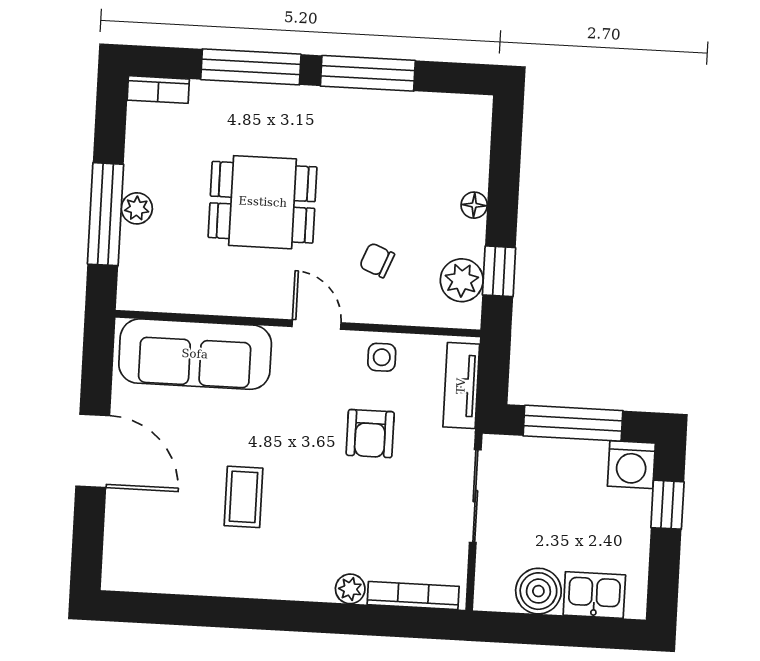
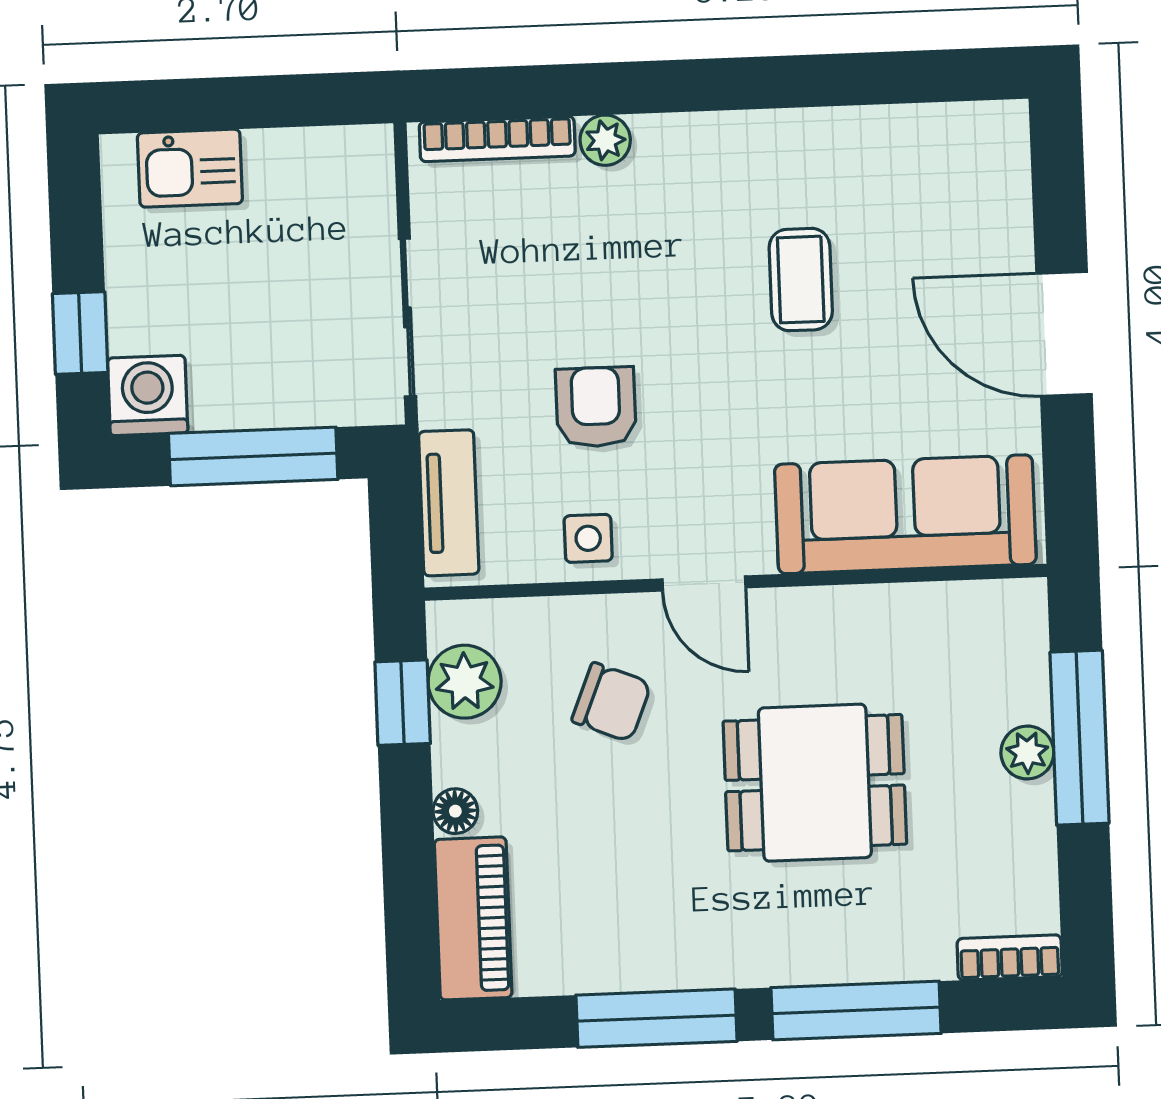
piano: (470, 141) -> (473, 918), added
chair: (377, 260) -> (612, 702), width x1.37, depth x1.37
boiler: (538, 591) -> (285, 166), removed

